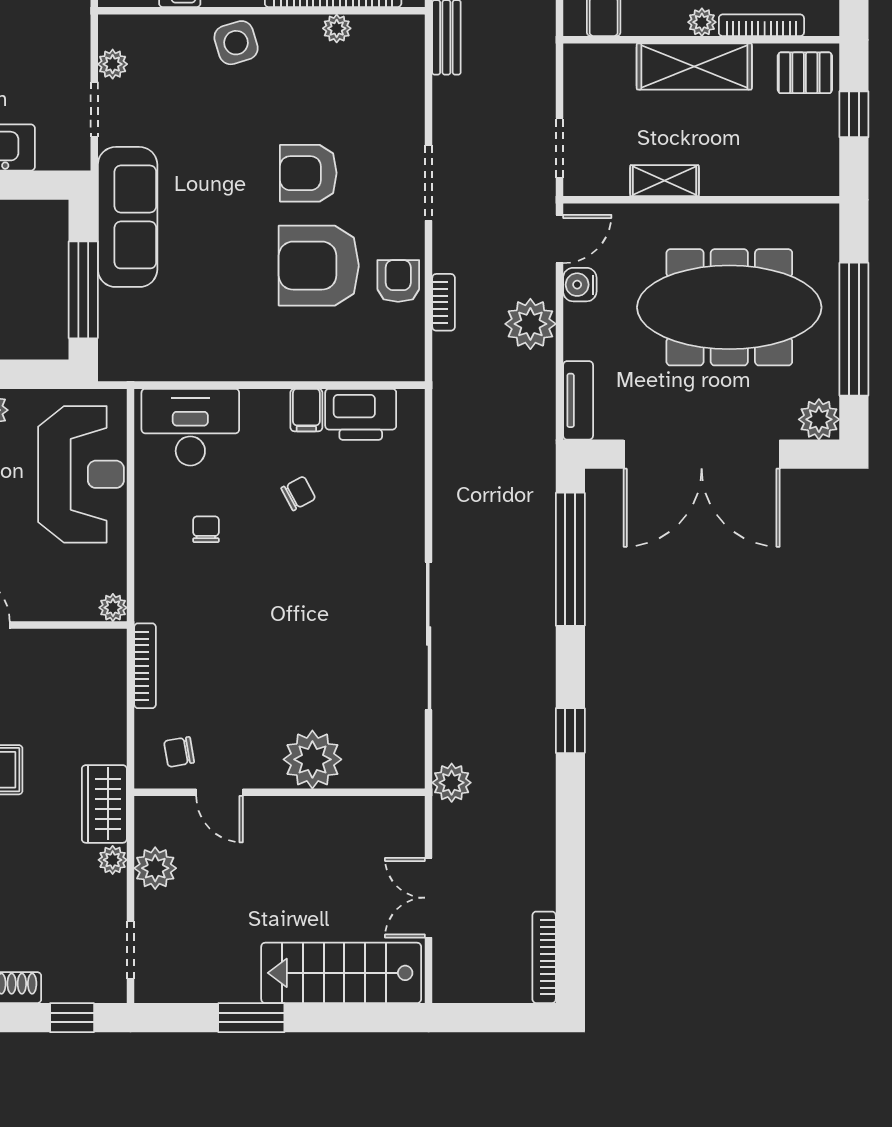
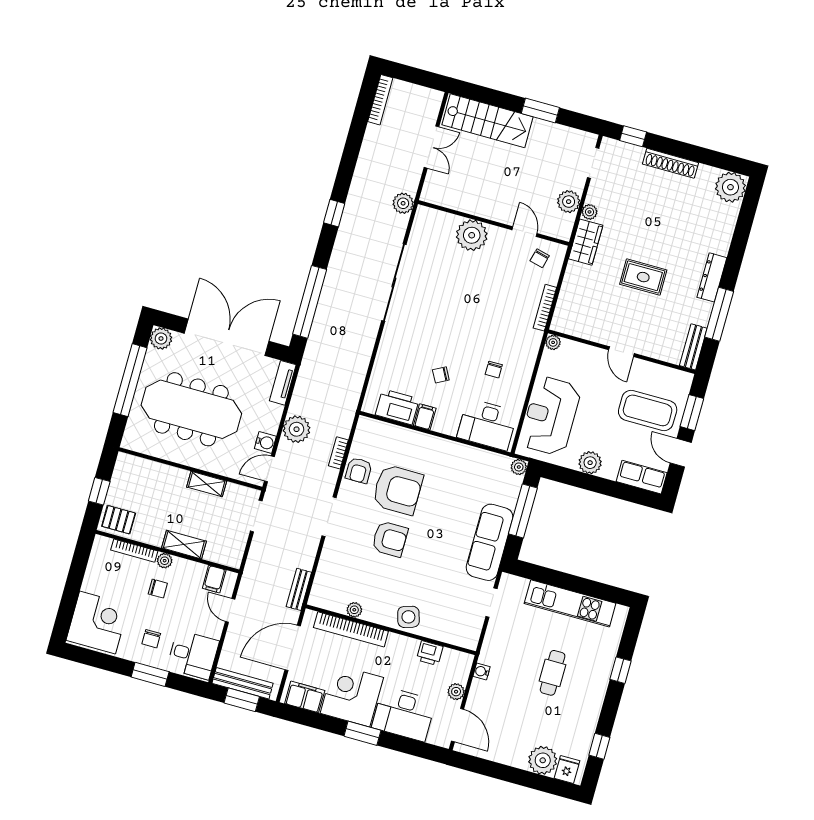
plant: (113, 64) -> (519, 467), moved
shelving: (694, 67) -> (184, 545), width x0.67, depth x0.75
chair: (179, 752) -> (540, 258), turned 114

